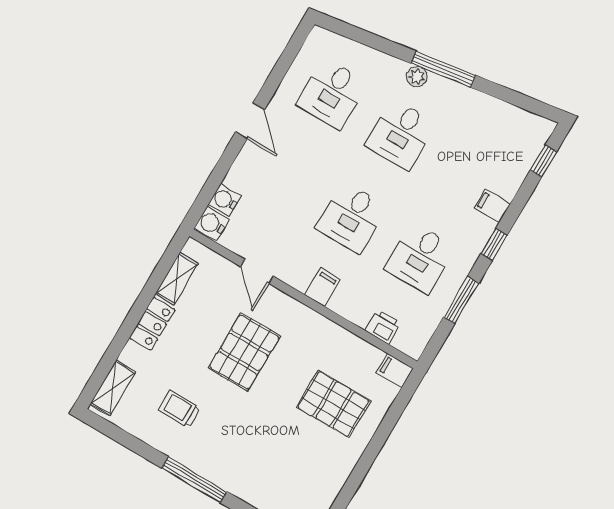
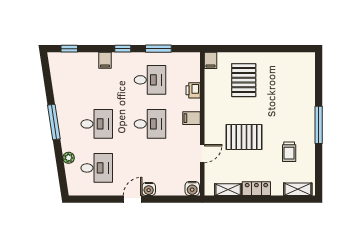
plant: (417, 77) -> (69, 158), moved
water cooler: (225, 200) -> (149, 189), moved
printer: (383, 327) -> (193, 90), moved

